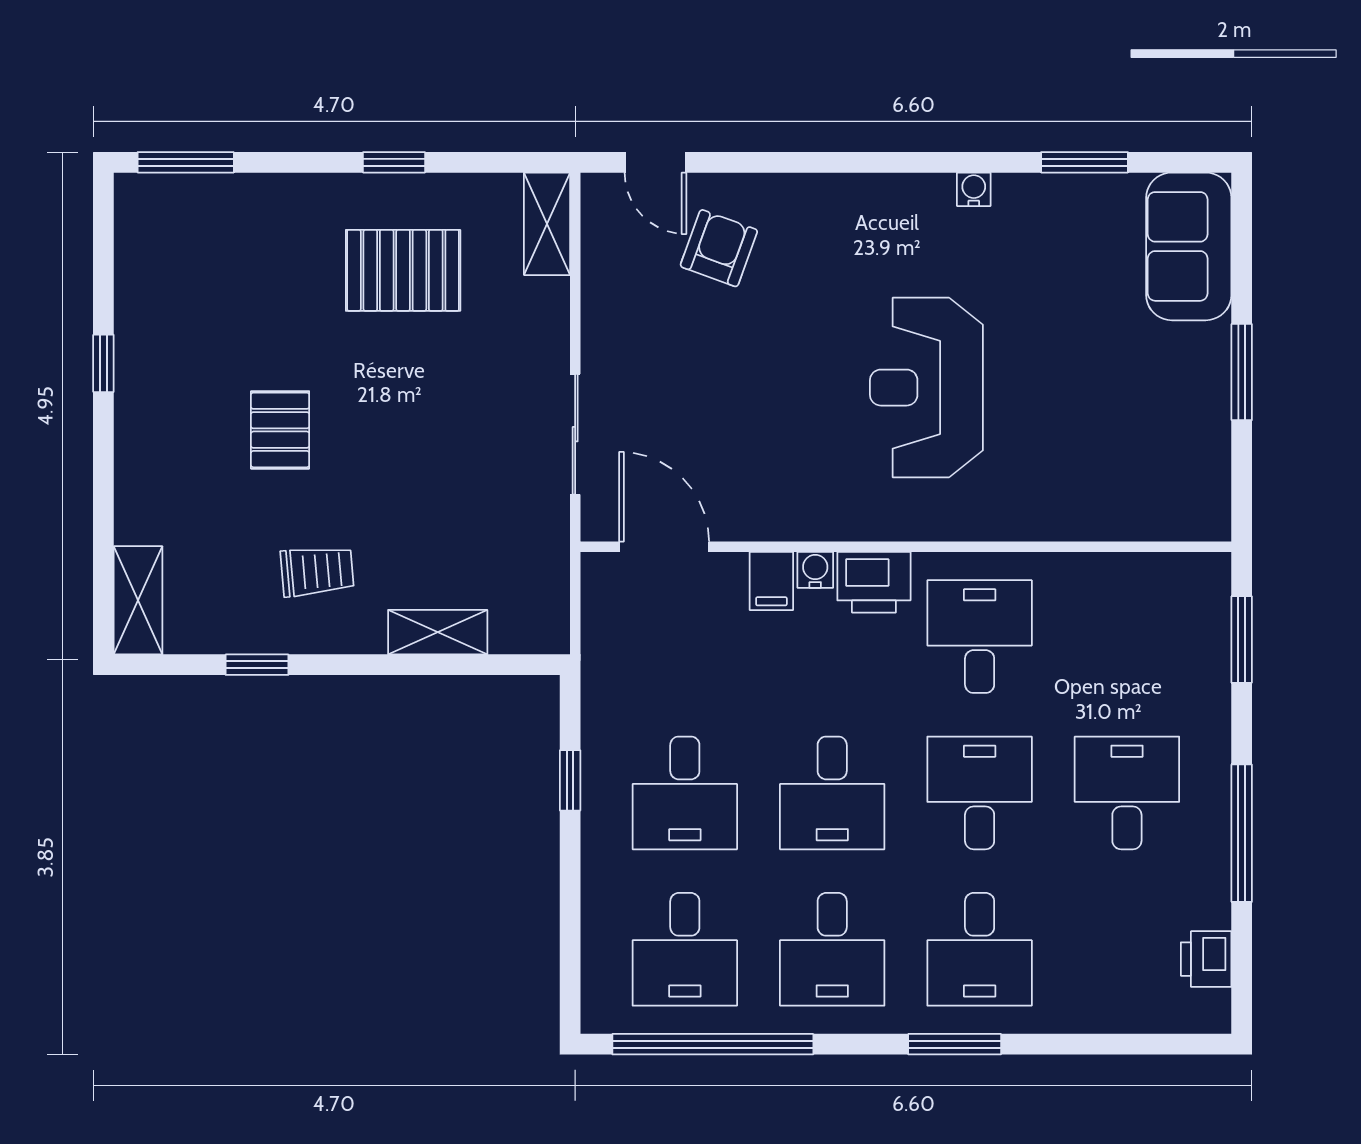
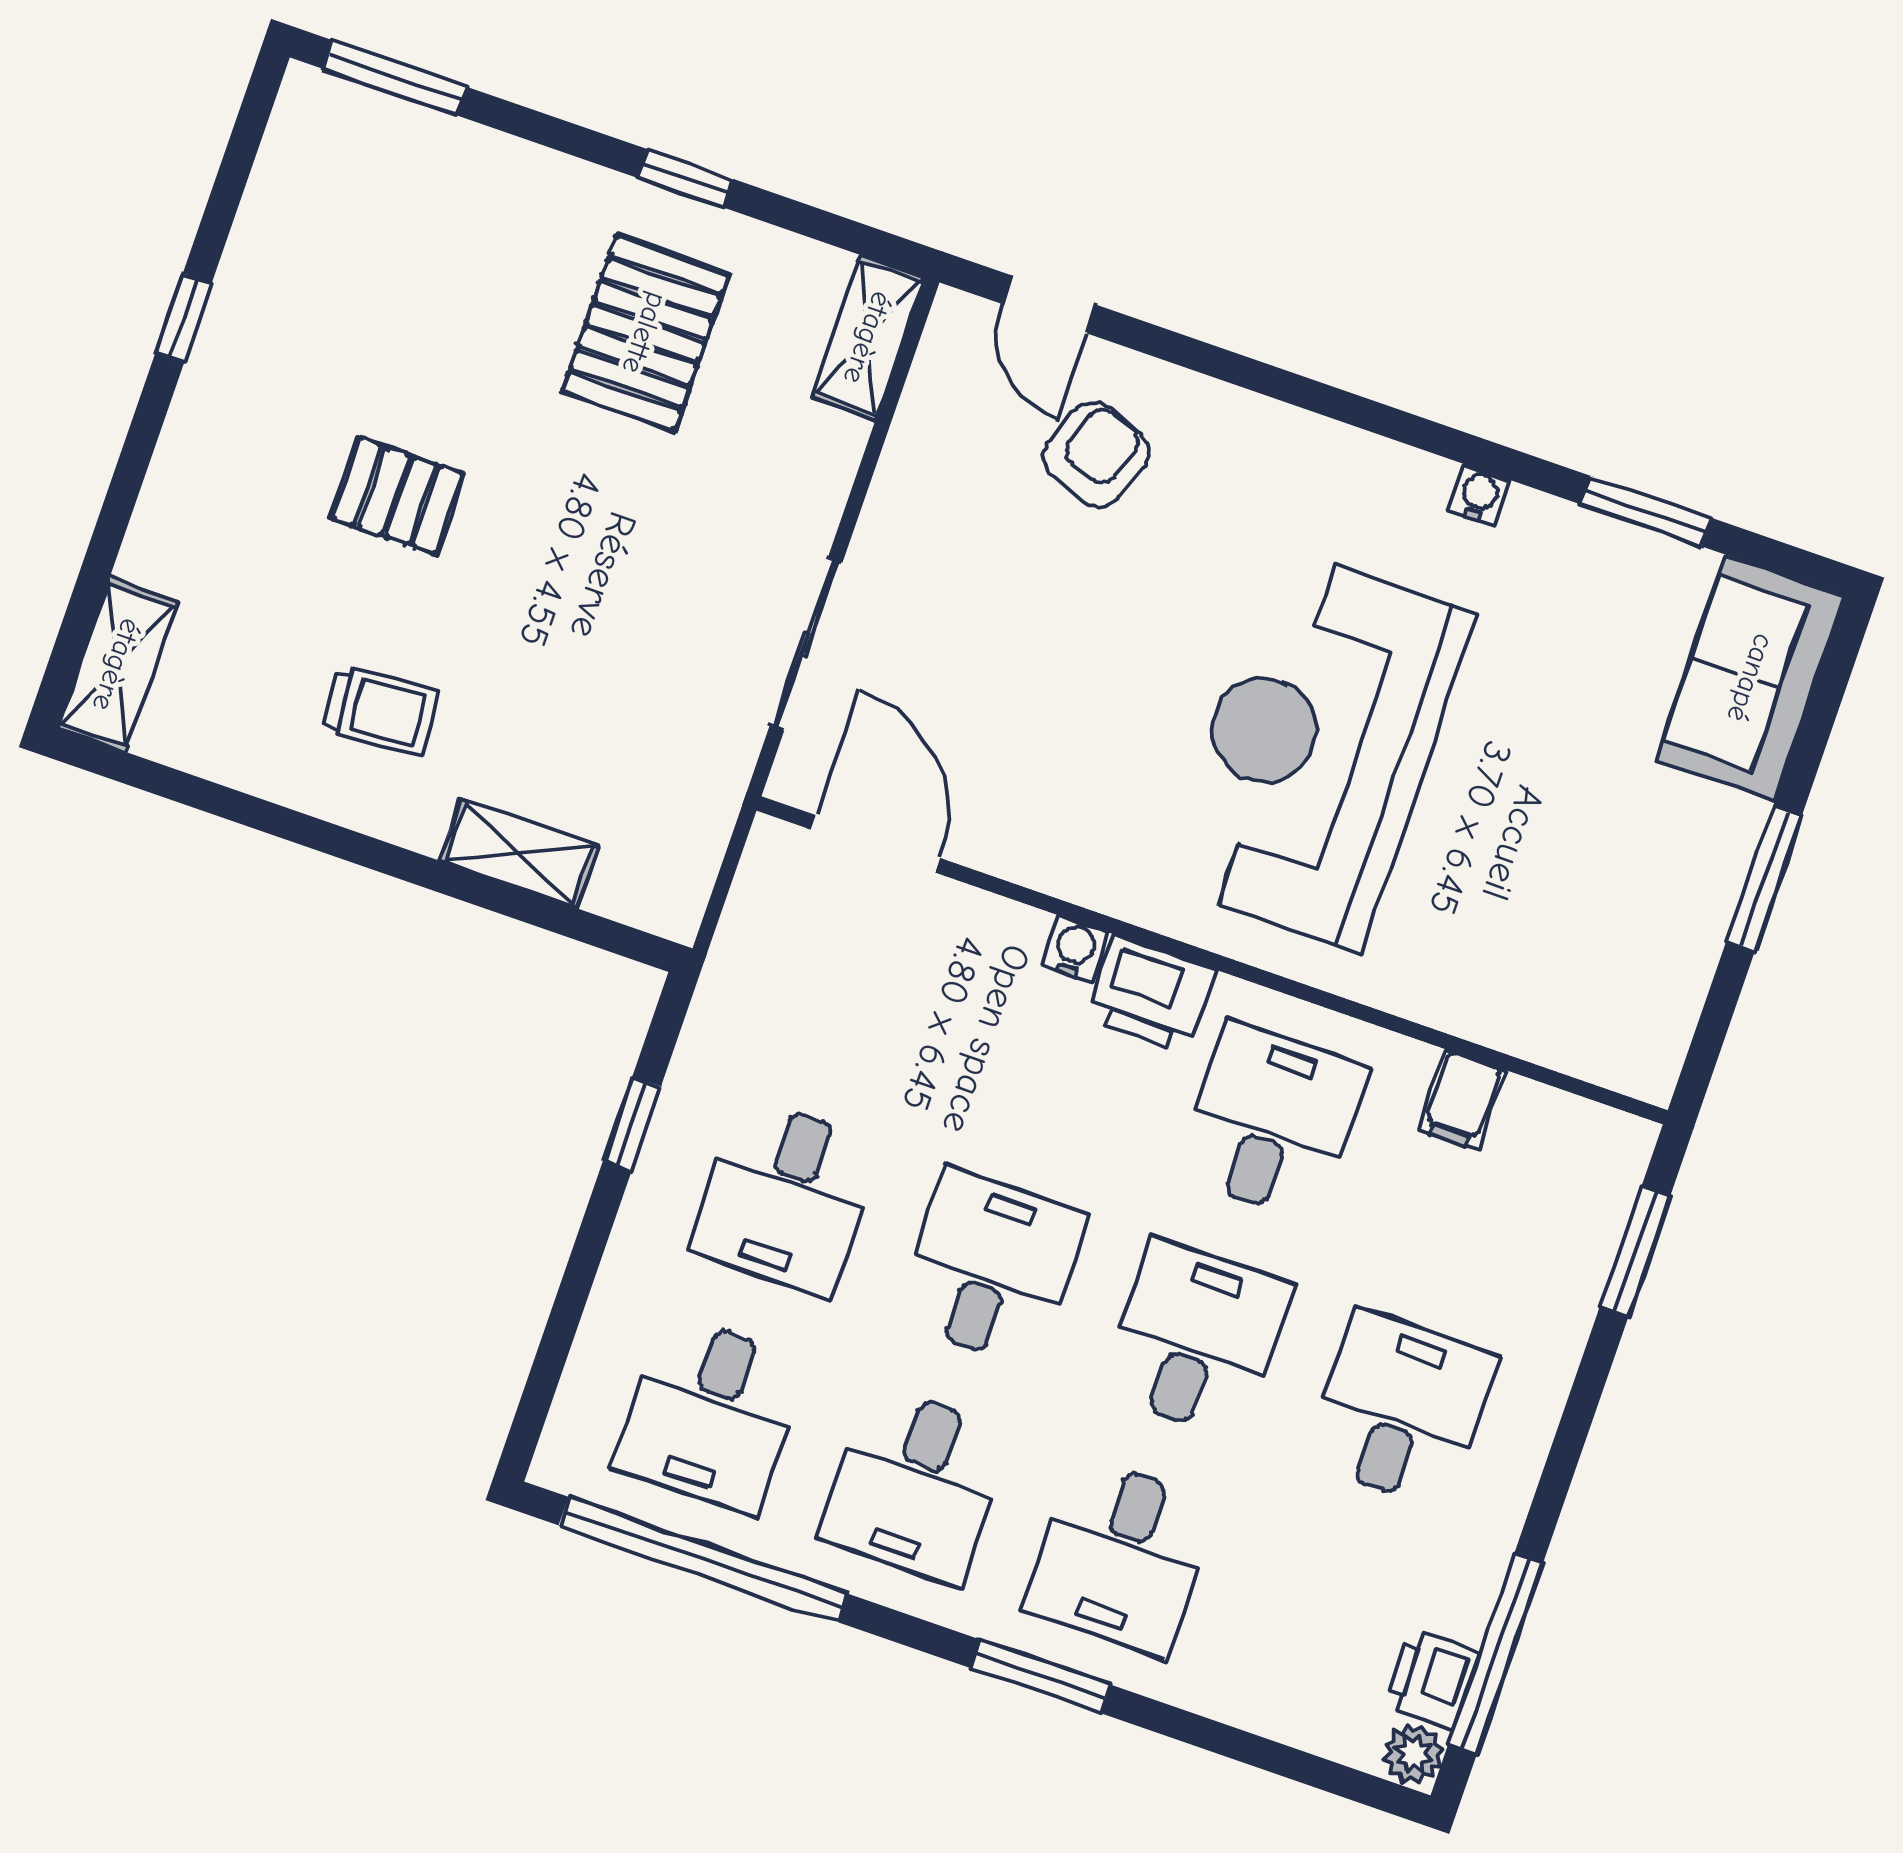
pallet: (403, 270) -> (645, 333), turned 90
reception desk: (926, 388) -> (1318, 749), width x1.36, depth x1.30
pallet: (280, 430) -> (397, 496), turned 90
filing cabinet: (771, 581) -> (1461, 1100), moved
window: (257, 665) -> (252, 812), removed
desk: (832, 793) -> (991, 1267), turned 180
window: (1242, 833) -> (1496, 1654), moved
plant: (1211, 1011) -> (1413, 1754), added

